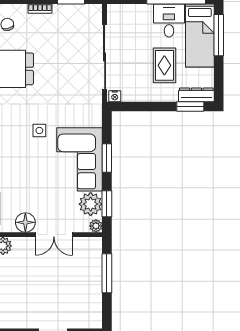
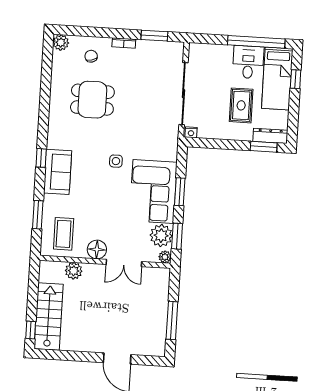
window: (219, 35) -> (296, 79), width x0.46
window: (107, 273) -> (172, 320), moved

